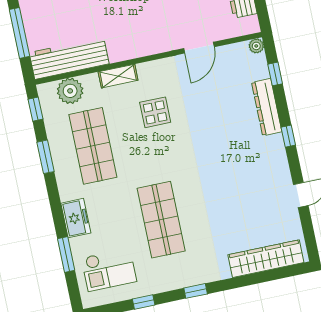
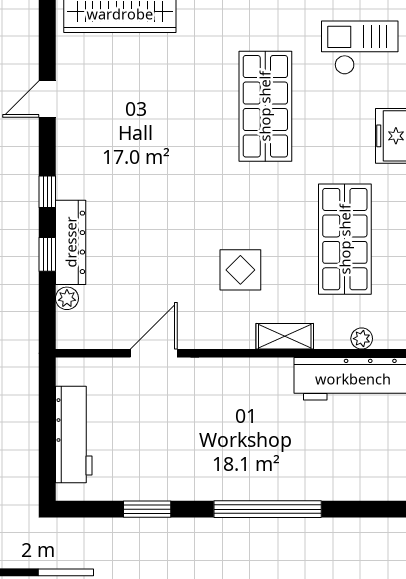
plant: (256, 46) -> (67, 298), moved
window: (275, 74) -> (47, 254), moved
plant: (70, 91) -> (362, 339), width x0.53, depth x0.53

